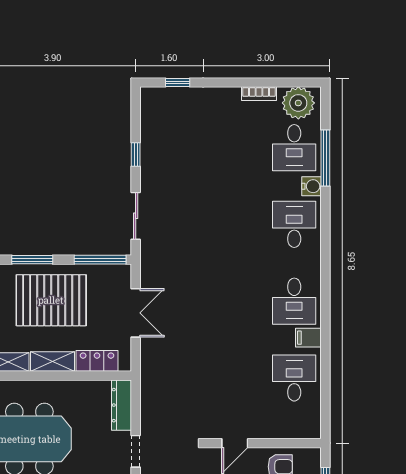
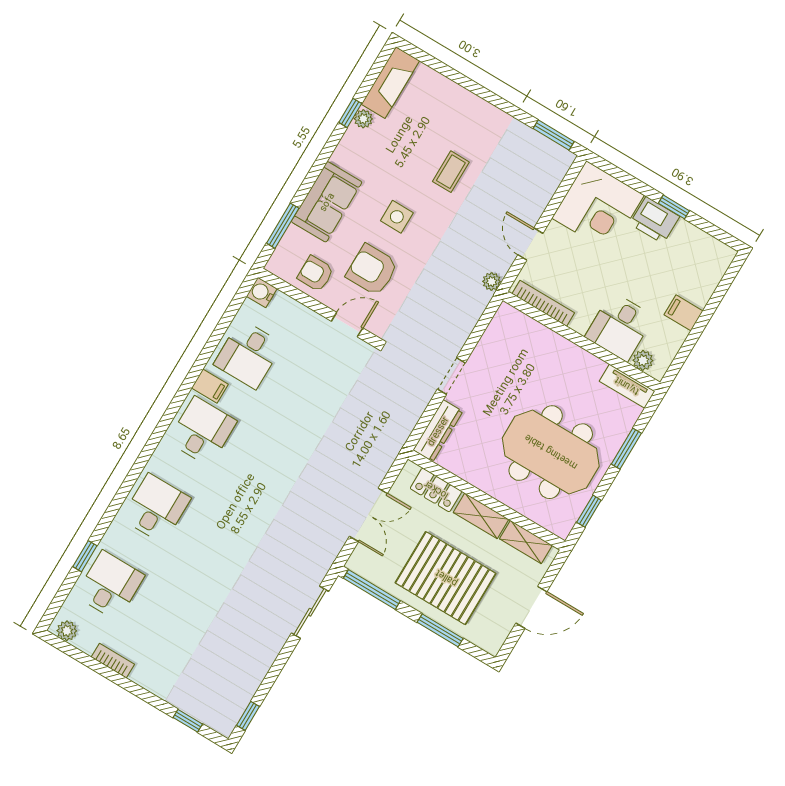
plant: (298, 103) -> (67, 631), width x0.53, depth x0.53
window: (136, 155) -> (248, 716), moved
window: (325, 158) -> (85, 556), width x0.46
water cooler: (311, 186) -> (262, 292), moved
desk: (294, 224) -> (156, 508), turned 180
double door: (136, 313) -> (368, 515), swing flipped

